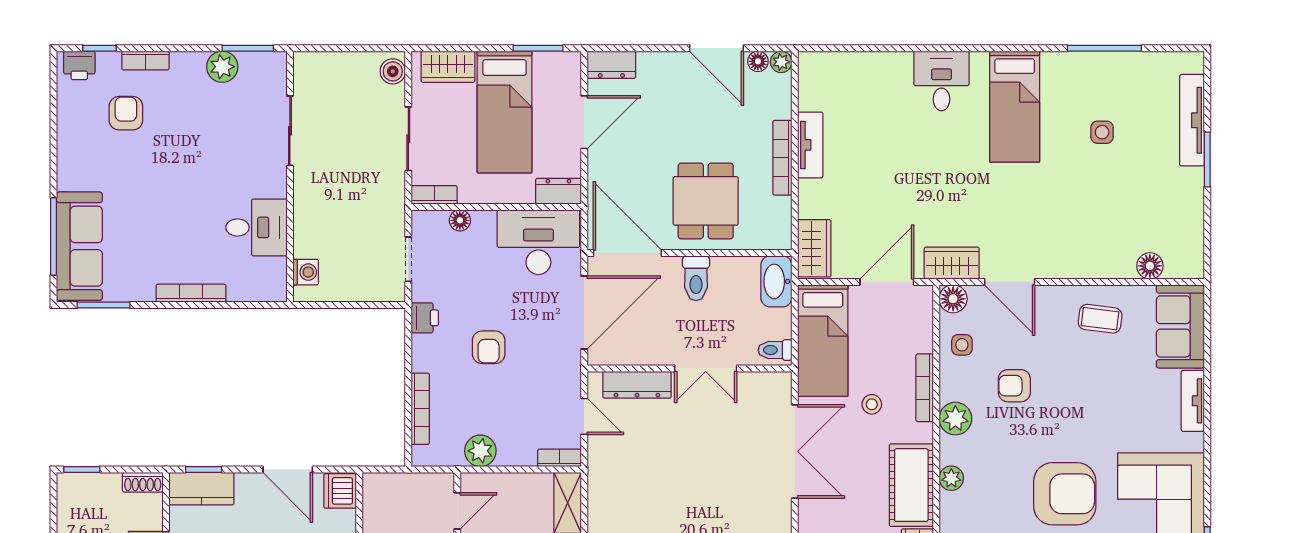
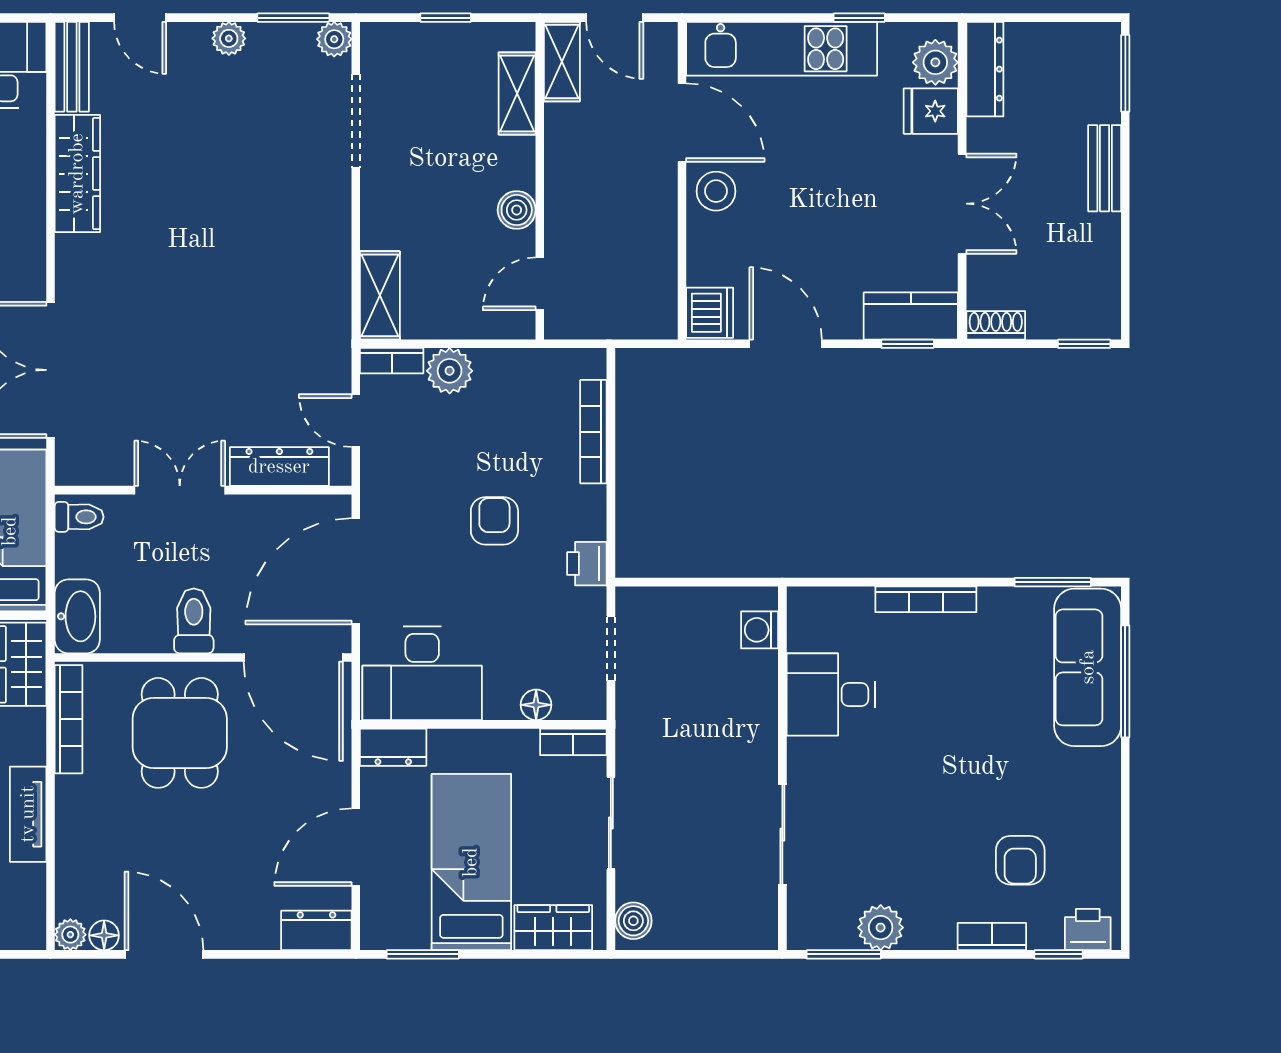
bookcase: (782, 158) -> (69, 719), moved
plant: (480, 451) -> (450, 371), moved

